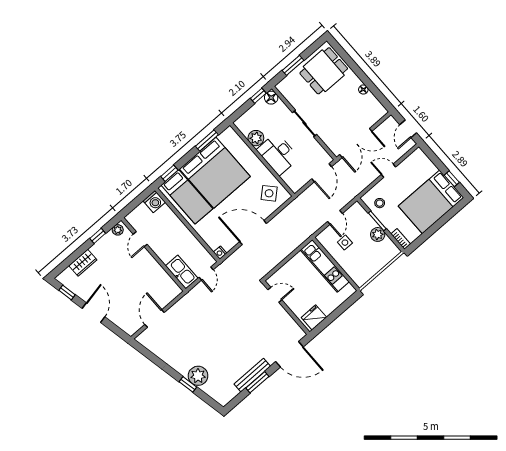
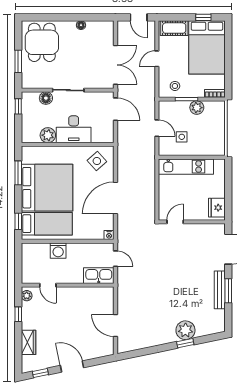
floor lamp: (271, 98) -> (46, 98), moved
cot: (424, 163) -> (174, 28), added
washing machine: (154, 201) -> (58, 251), moved, turned 90

